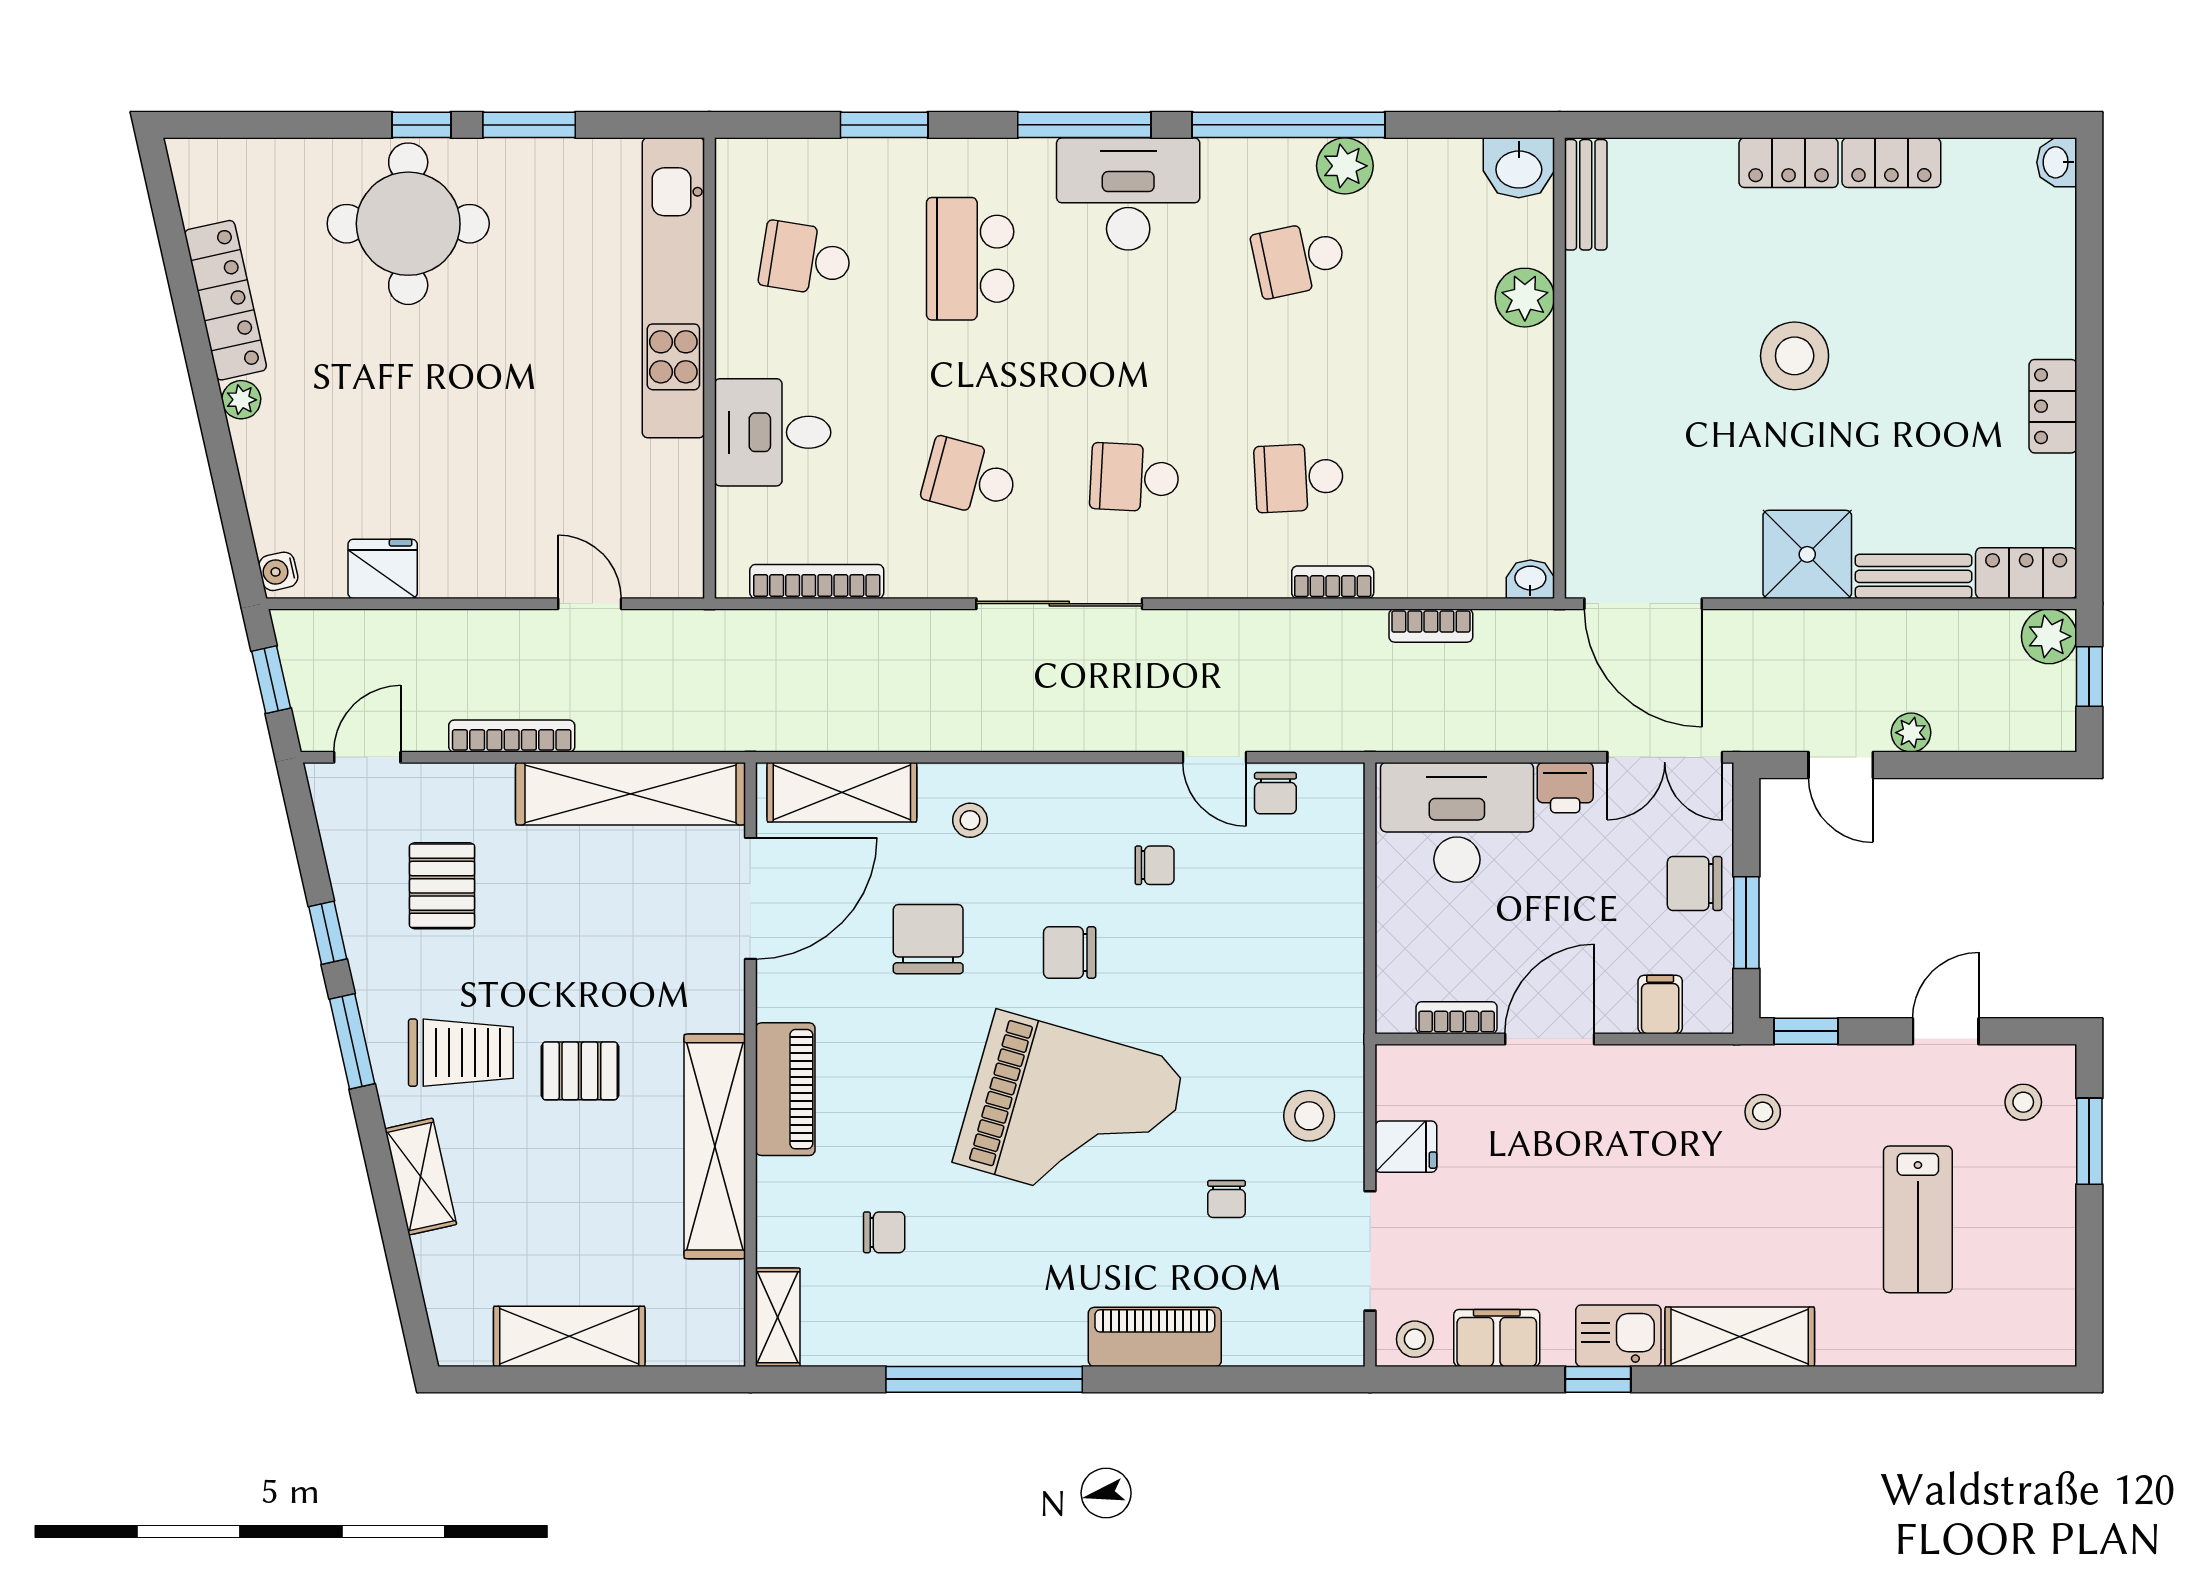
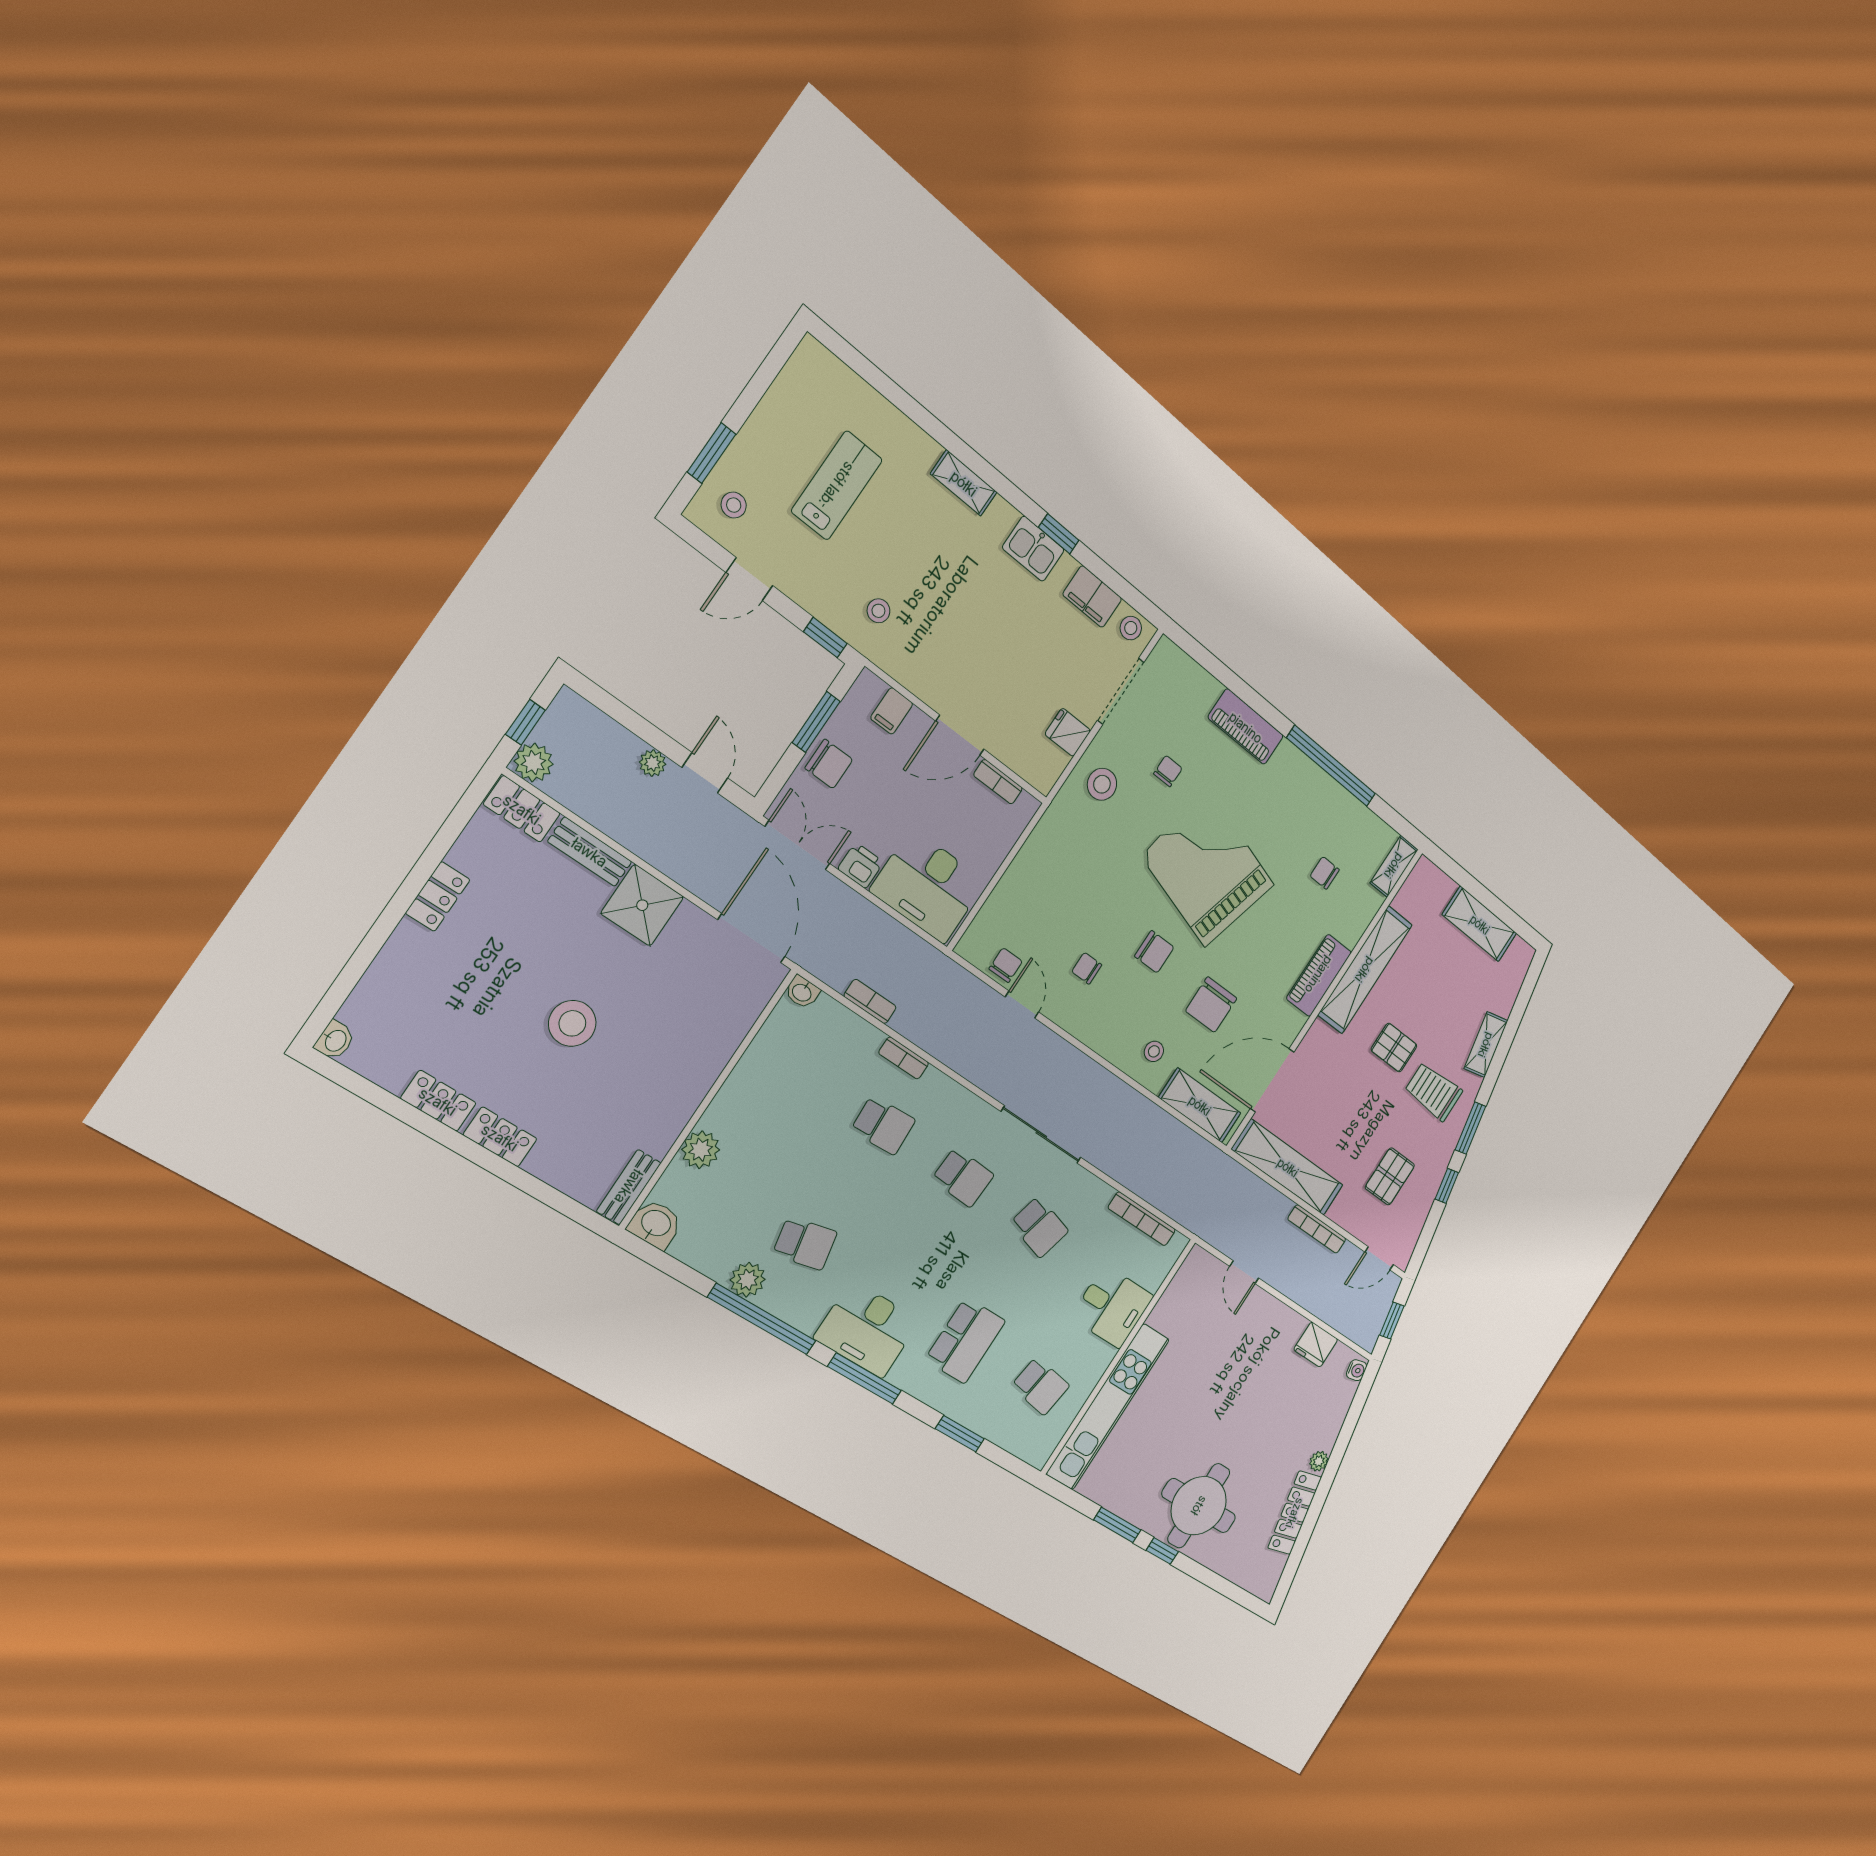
shelving: (1740, 1337) -> (964, 483), width x0.67, depth x0.75

